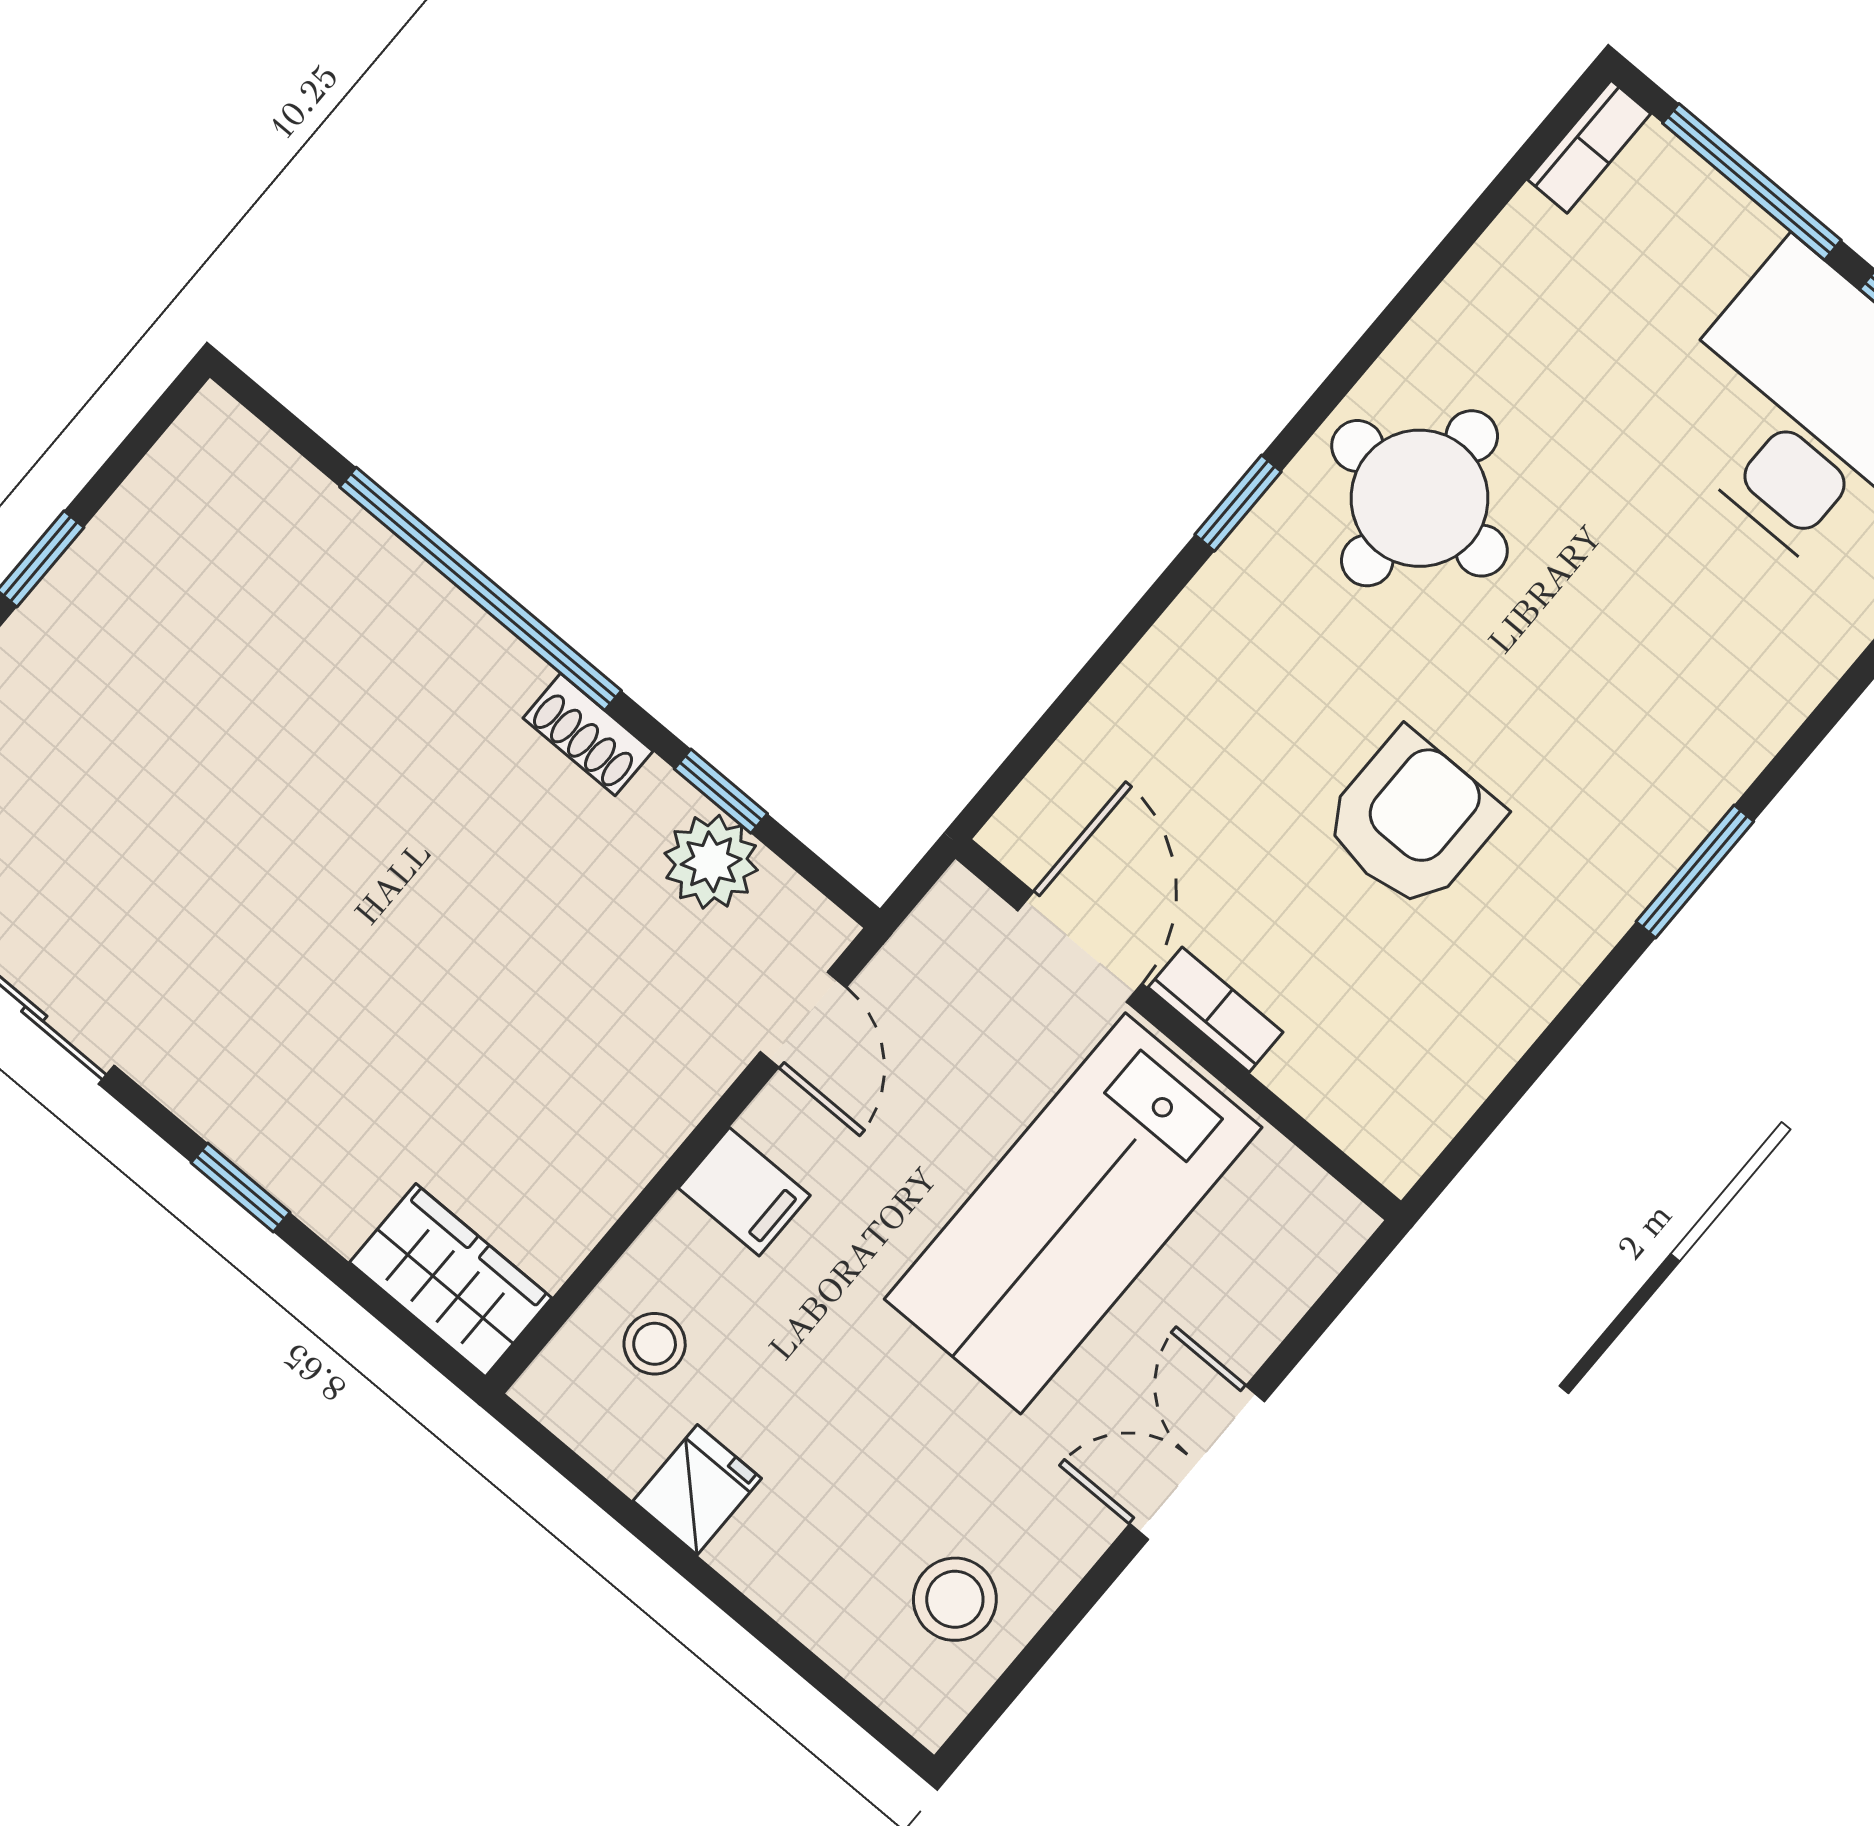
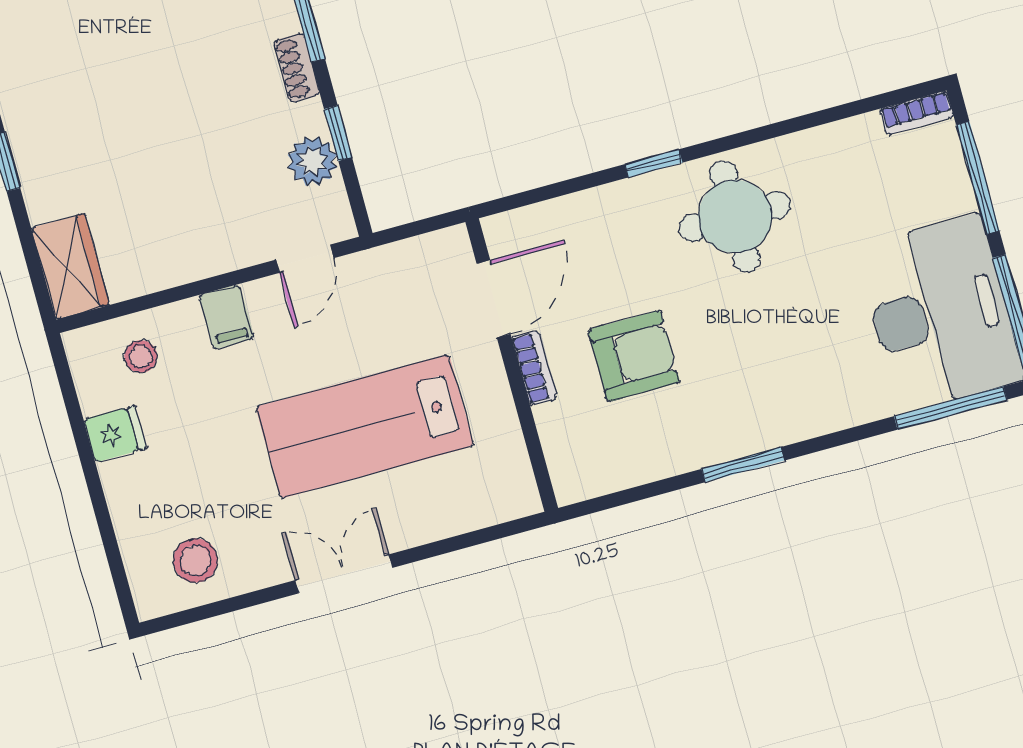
door: (1080, 947) -> (493, 299), moved
bookcase: (1216, 1010) -> (534, 368), moved
wall: (1178, 1030) -> (512, 365), moved

